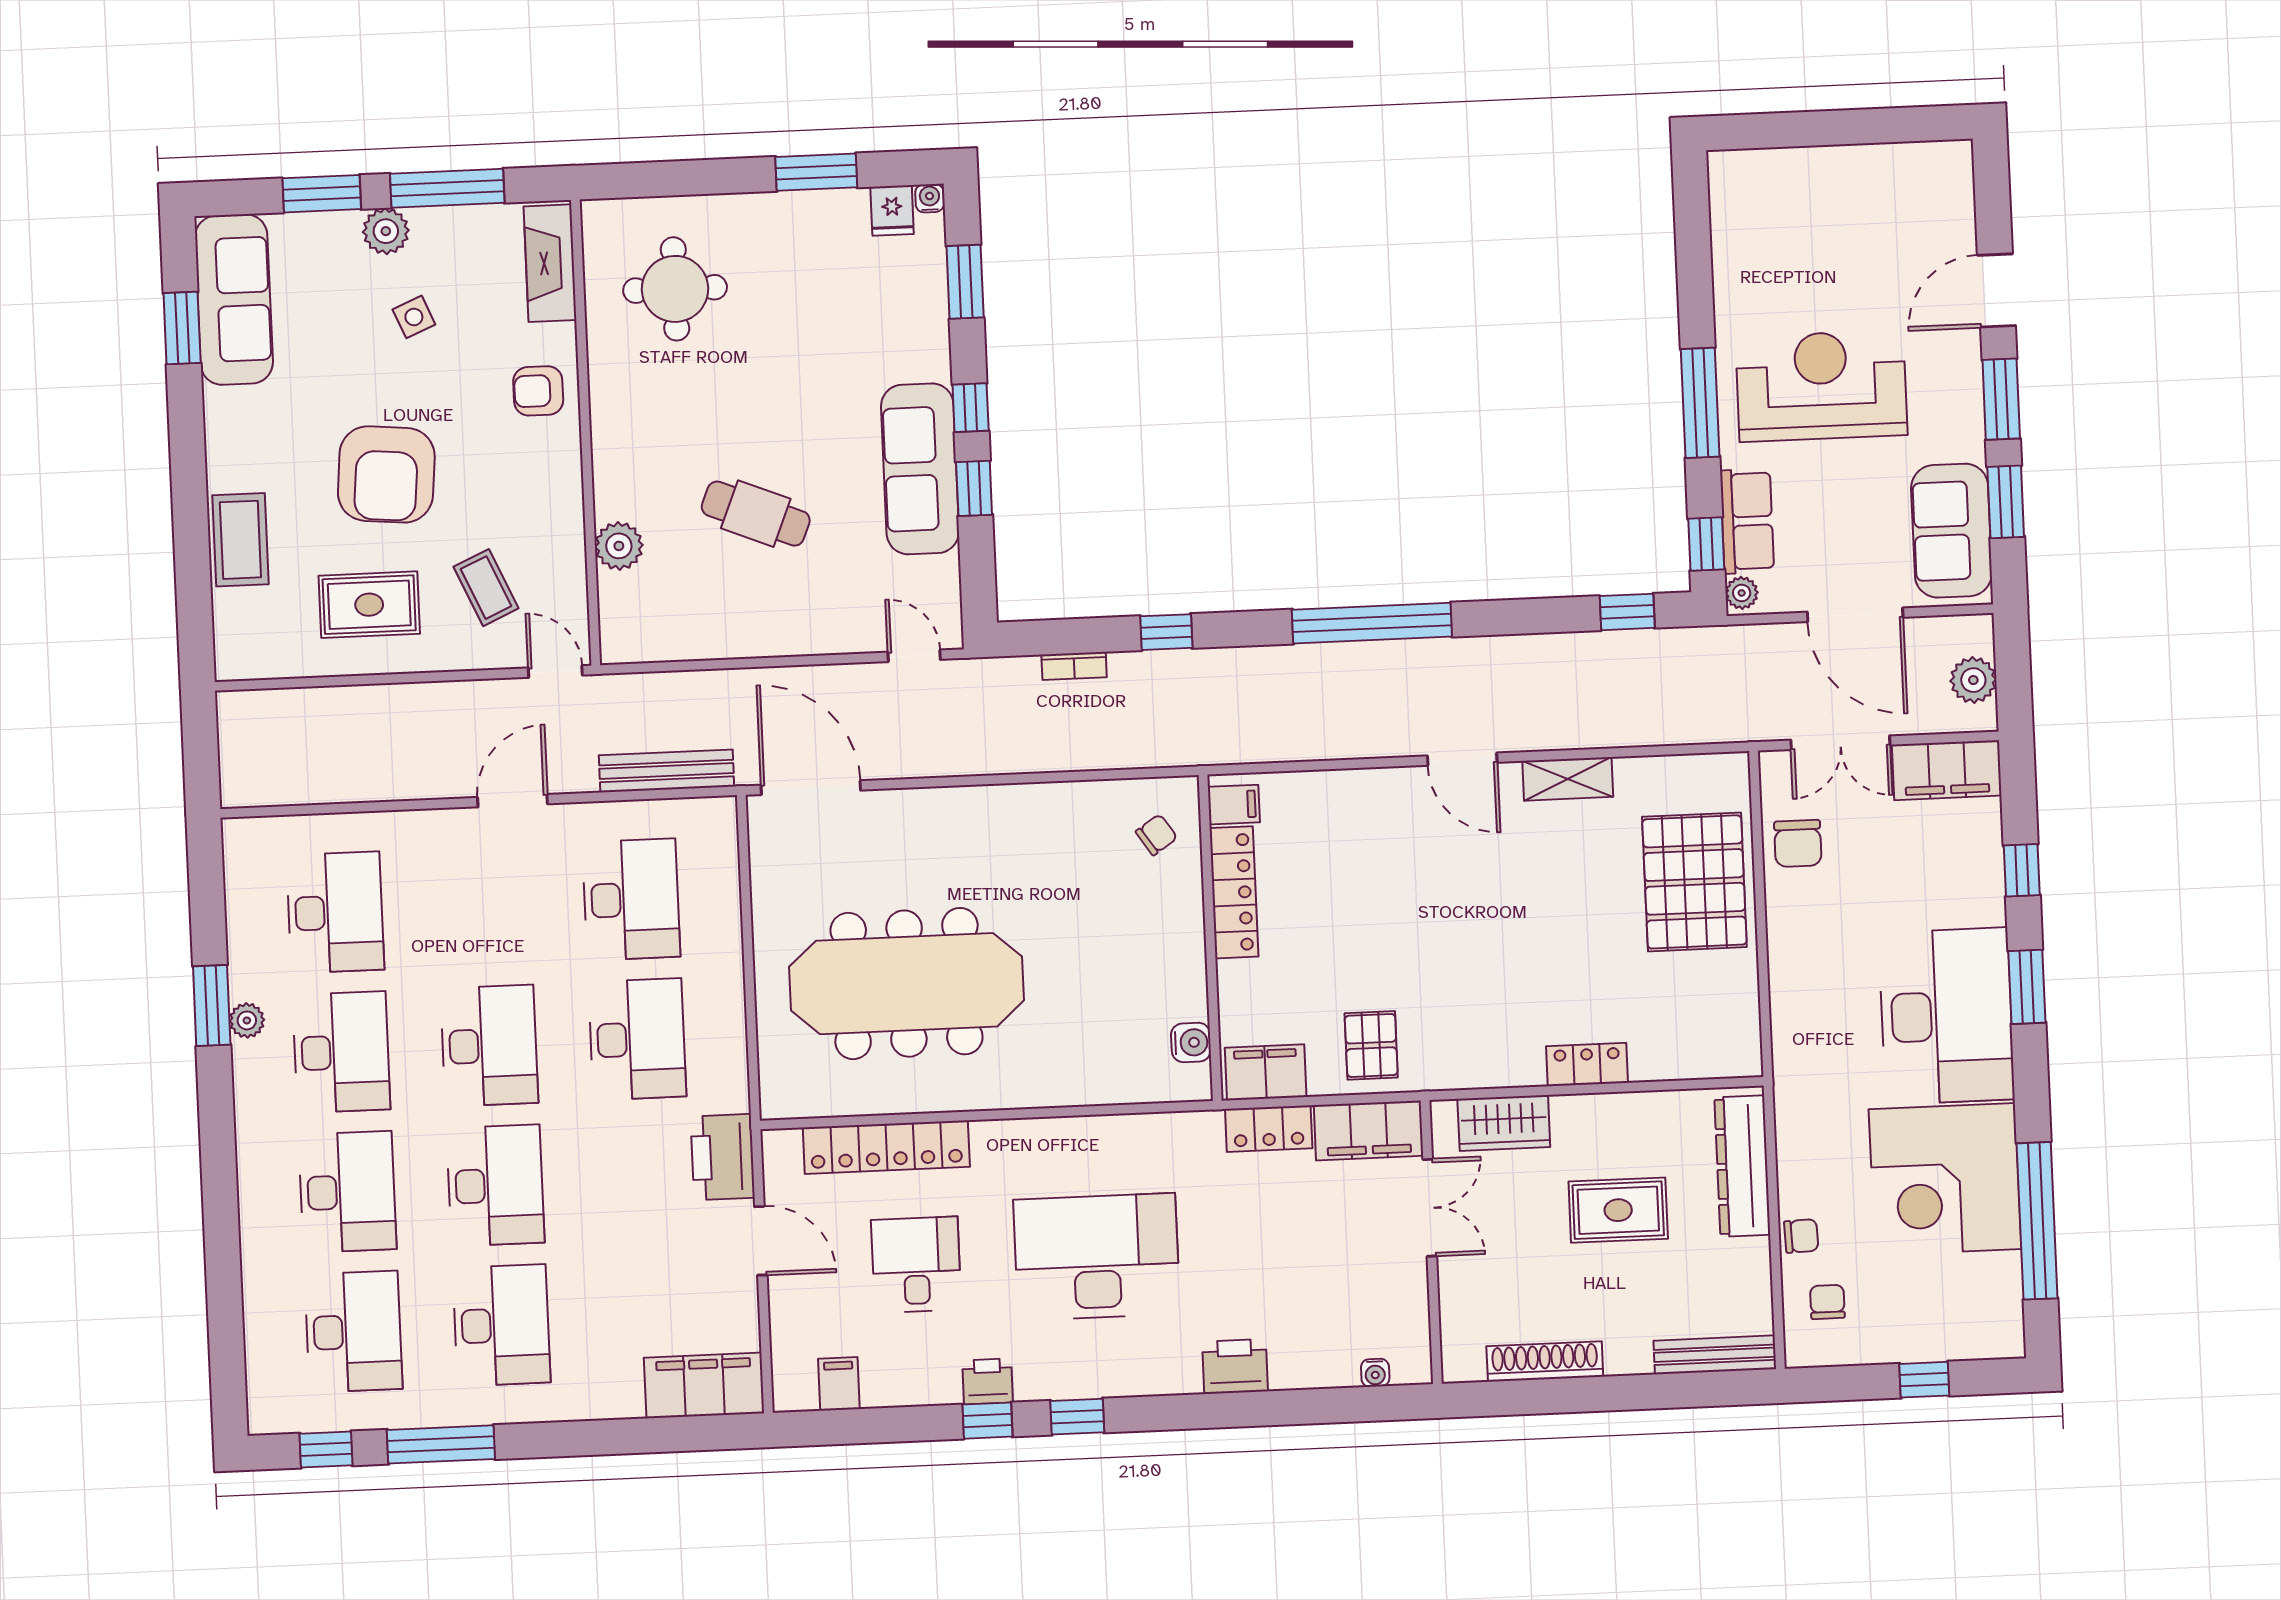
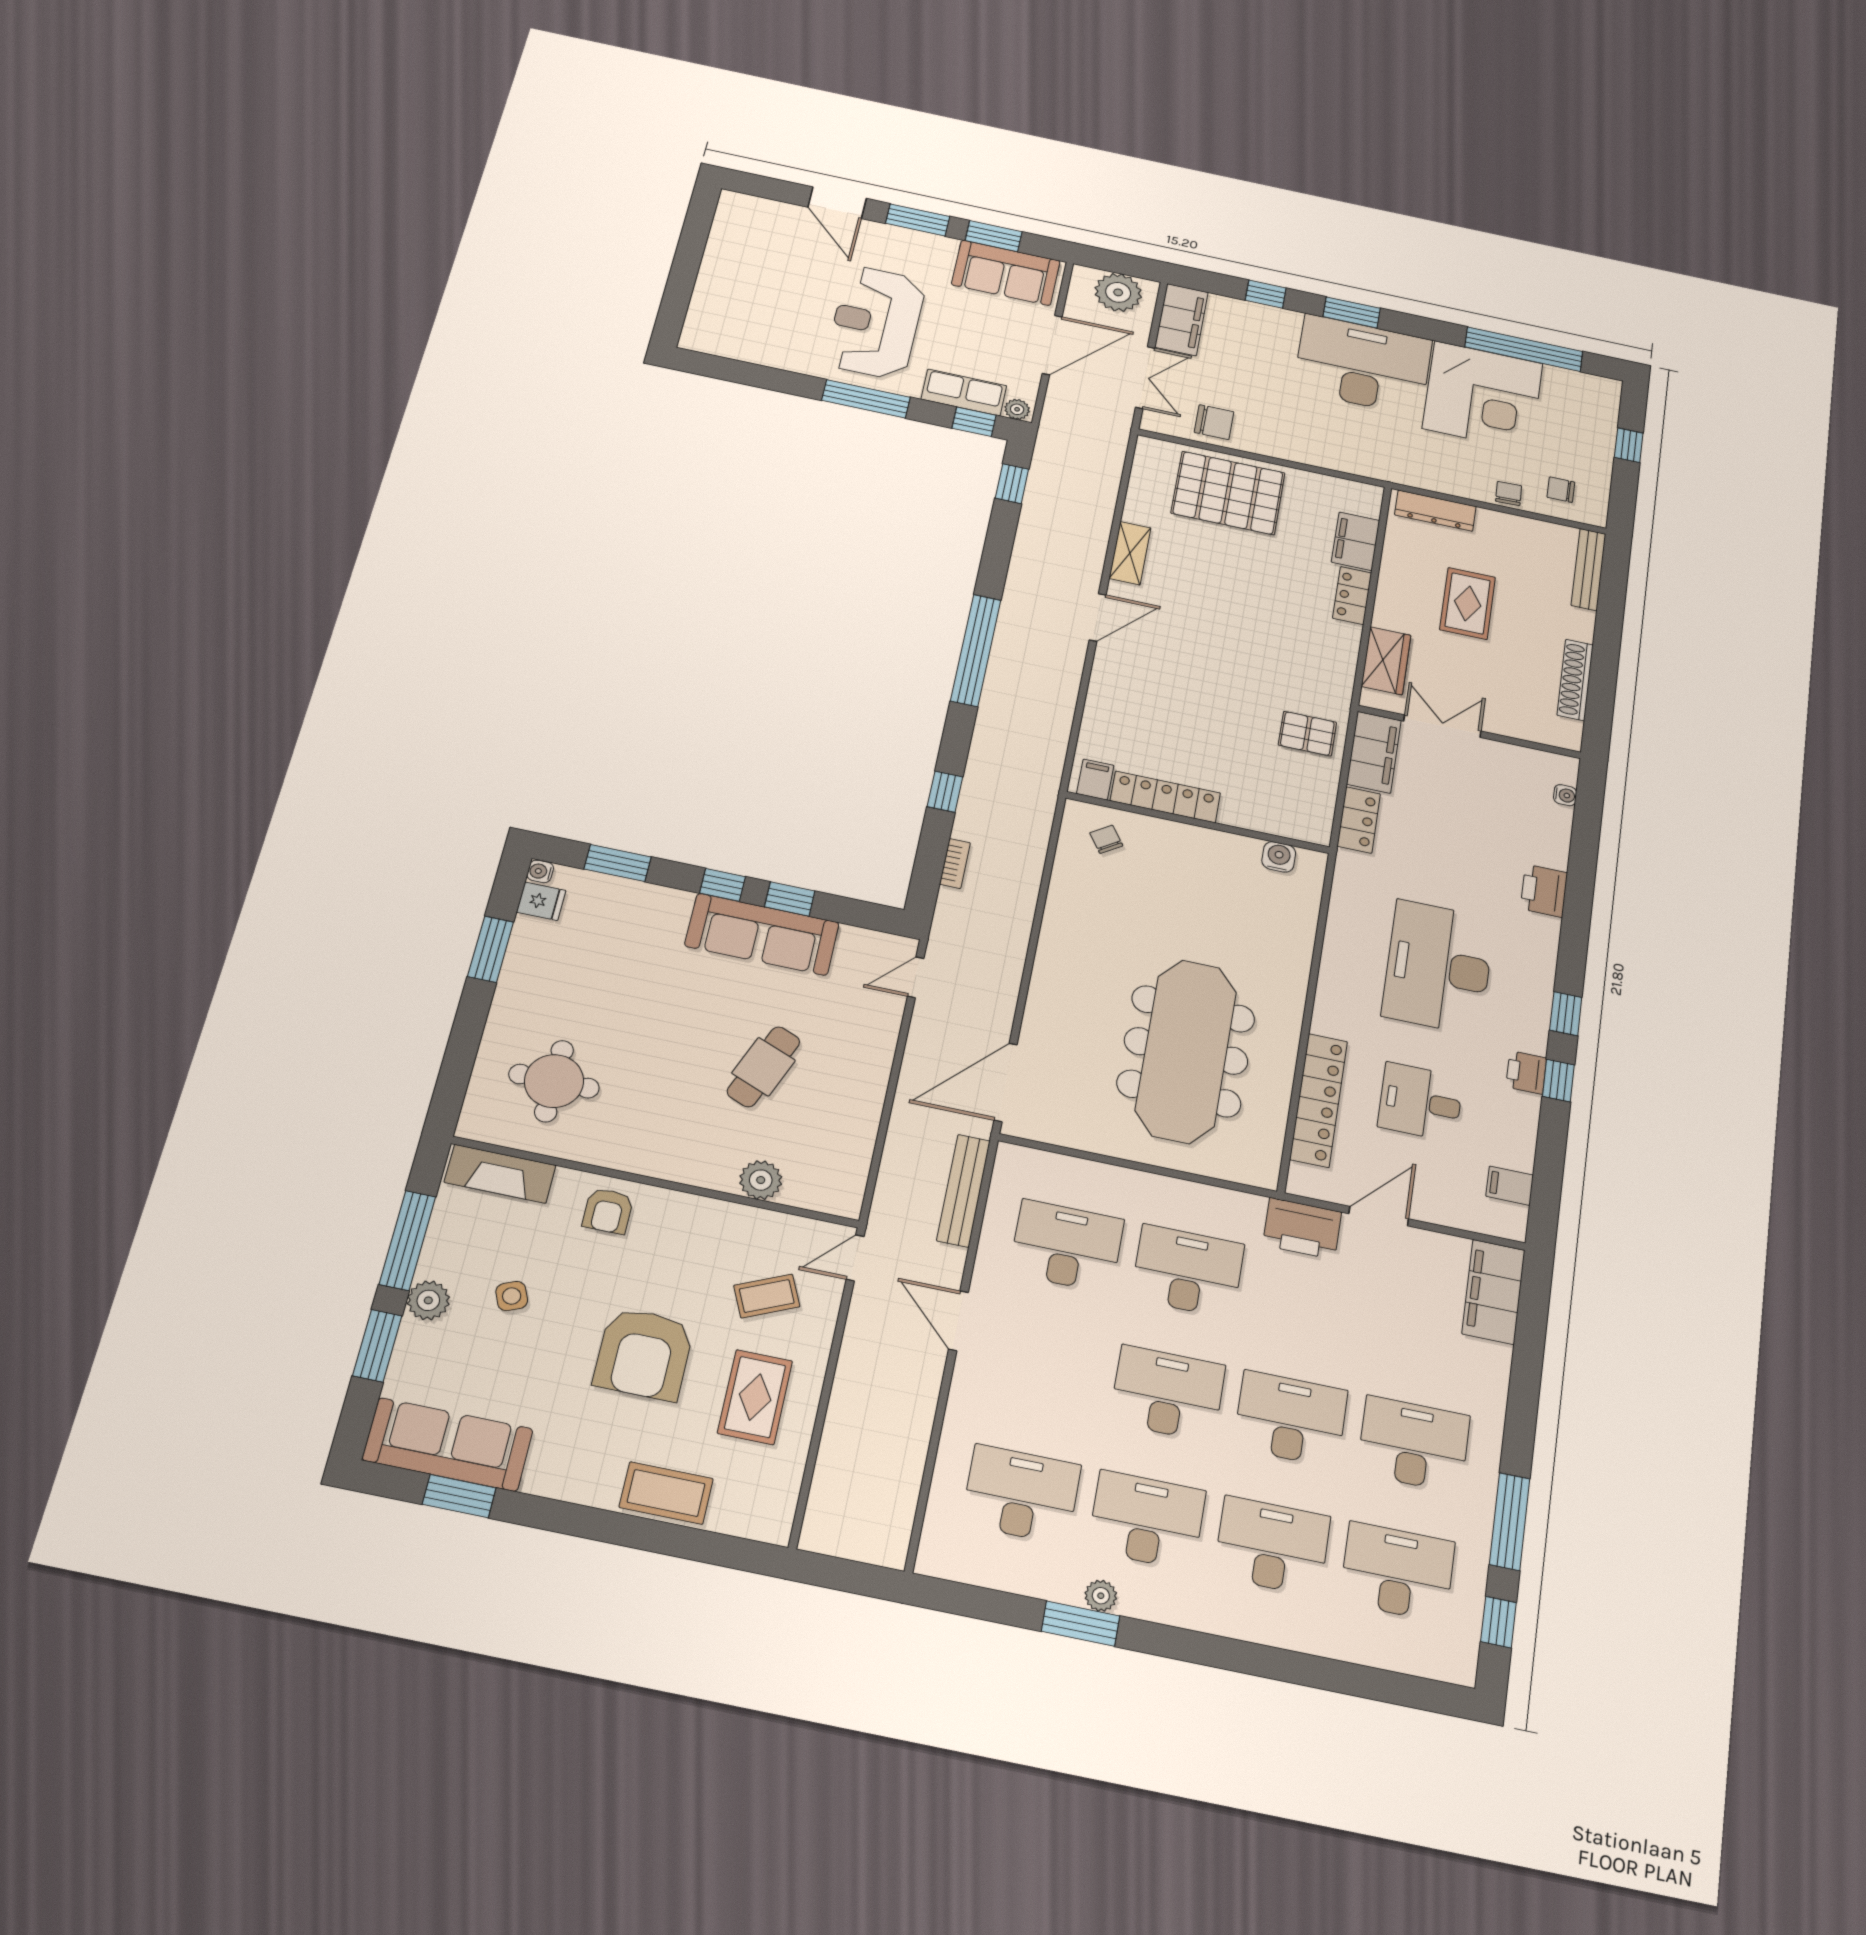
armchair: (386, 474) -> (644, 1354), turned 85
plant: (1973, 680) -> (1118, 292), width x1.36, depth x1.36
filing cabinet: (1266, 1072) -> (1356, 541), moved
dresser: (1742, 1166) -> (1435, 511), width x0.73, depth x0.80

